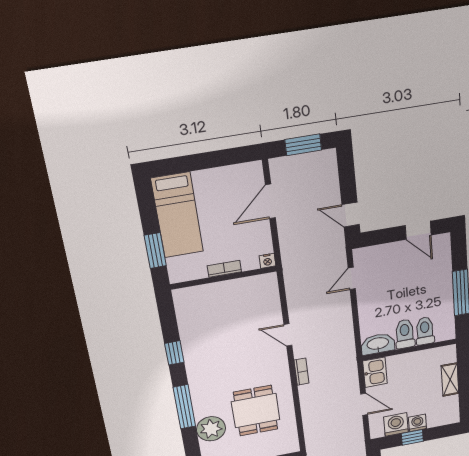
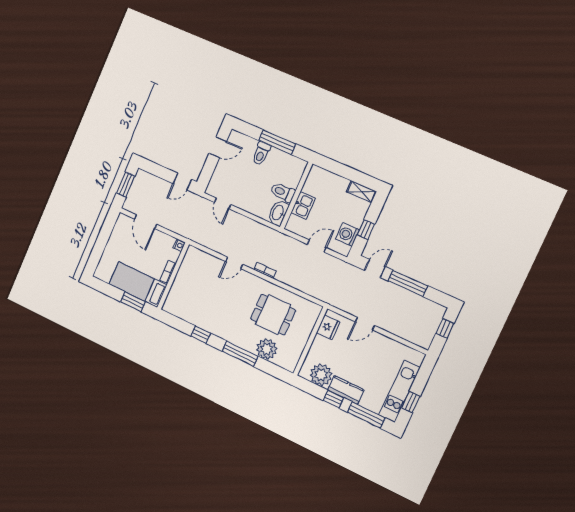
bed: (177, 215) -> (138, 285), moved, turned 180
toilet: (425, 331) -> (261, 153), moved, turned -90
kitchen sink: (375, 372) -> (303, 205), moved, turned 90
shelving: (450, 380) -> (362, 192), moved
washing machine: (417, 423) -> (357, 220), removed

